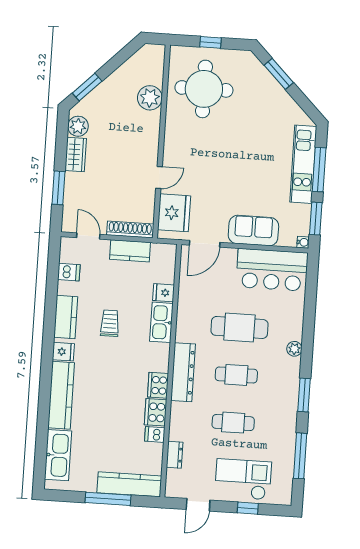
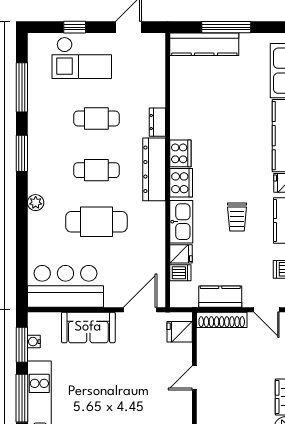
fridge: (174, 213) -> (180, 332), width x0.53, depth x0.75
water cooler: (303, 242) -> (34, 342), moved
cooker: (156, 412) -> (181, 183), moved
dishwasher: (155, 434) -> (180, 273), moved
dresser: (175, 455) -> (157, 122), moved

